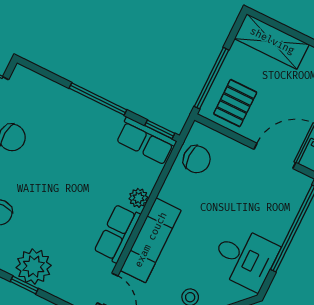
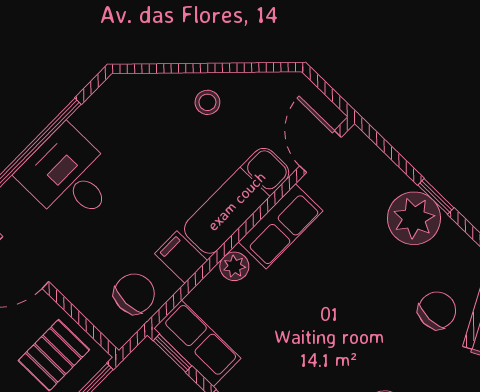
chair: (197, 159) -> (134, 294), turned 90
filing cabinet: (175, 193) -> (181, 257), added
desk: (245, 258) -> (69, 177), moved

